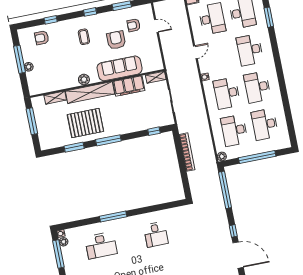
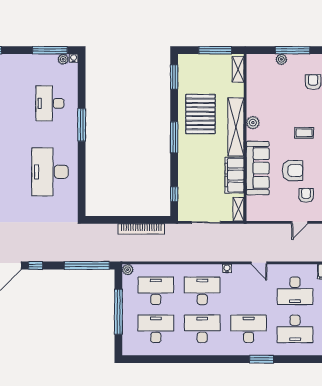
window: (269, 17) -> (261, 359), moved
shelving: (55, 98) -> (238, 69), moved
window: (74, 147) -> (174, 77), moved
desk: (156, 234) -> (50, 172), width x1.87, depth x1.30

